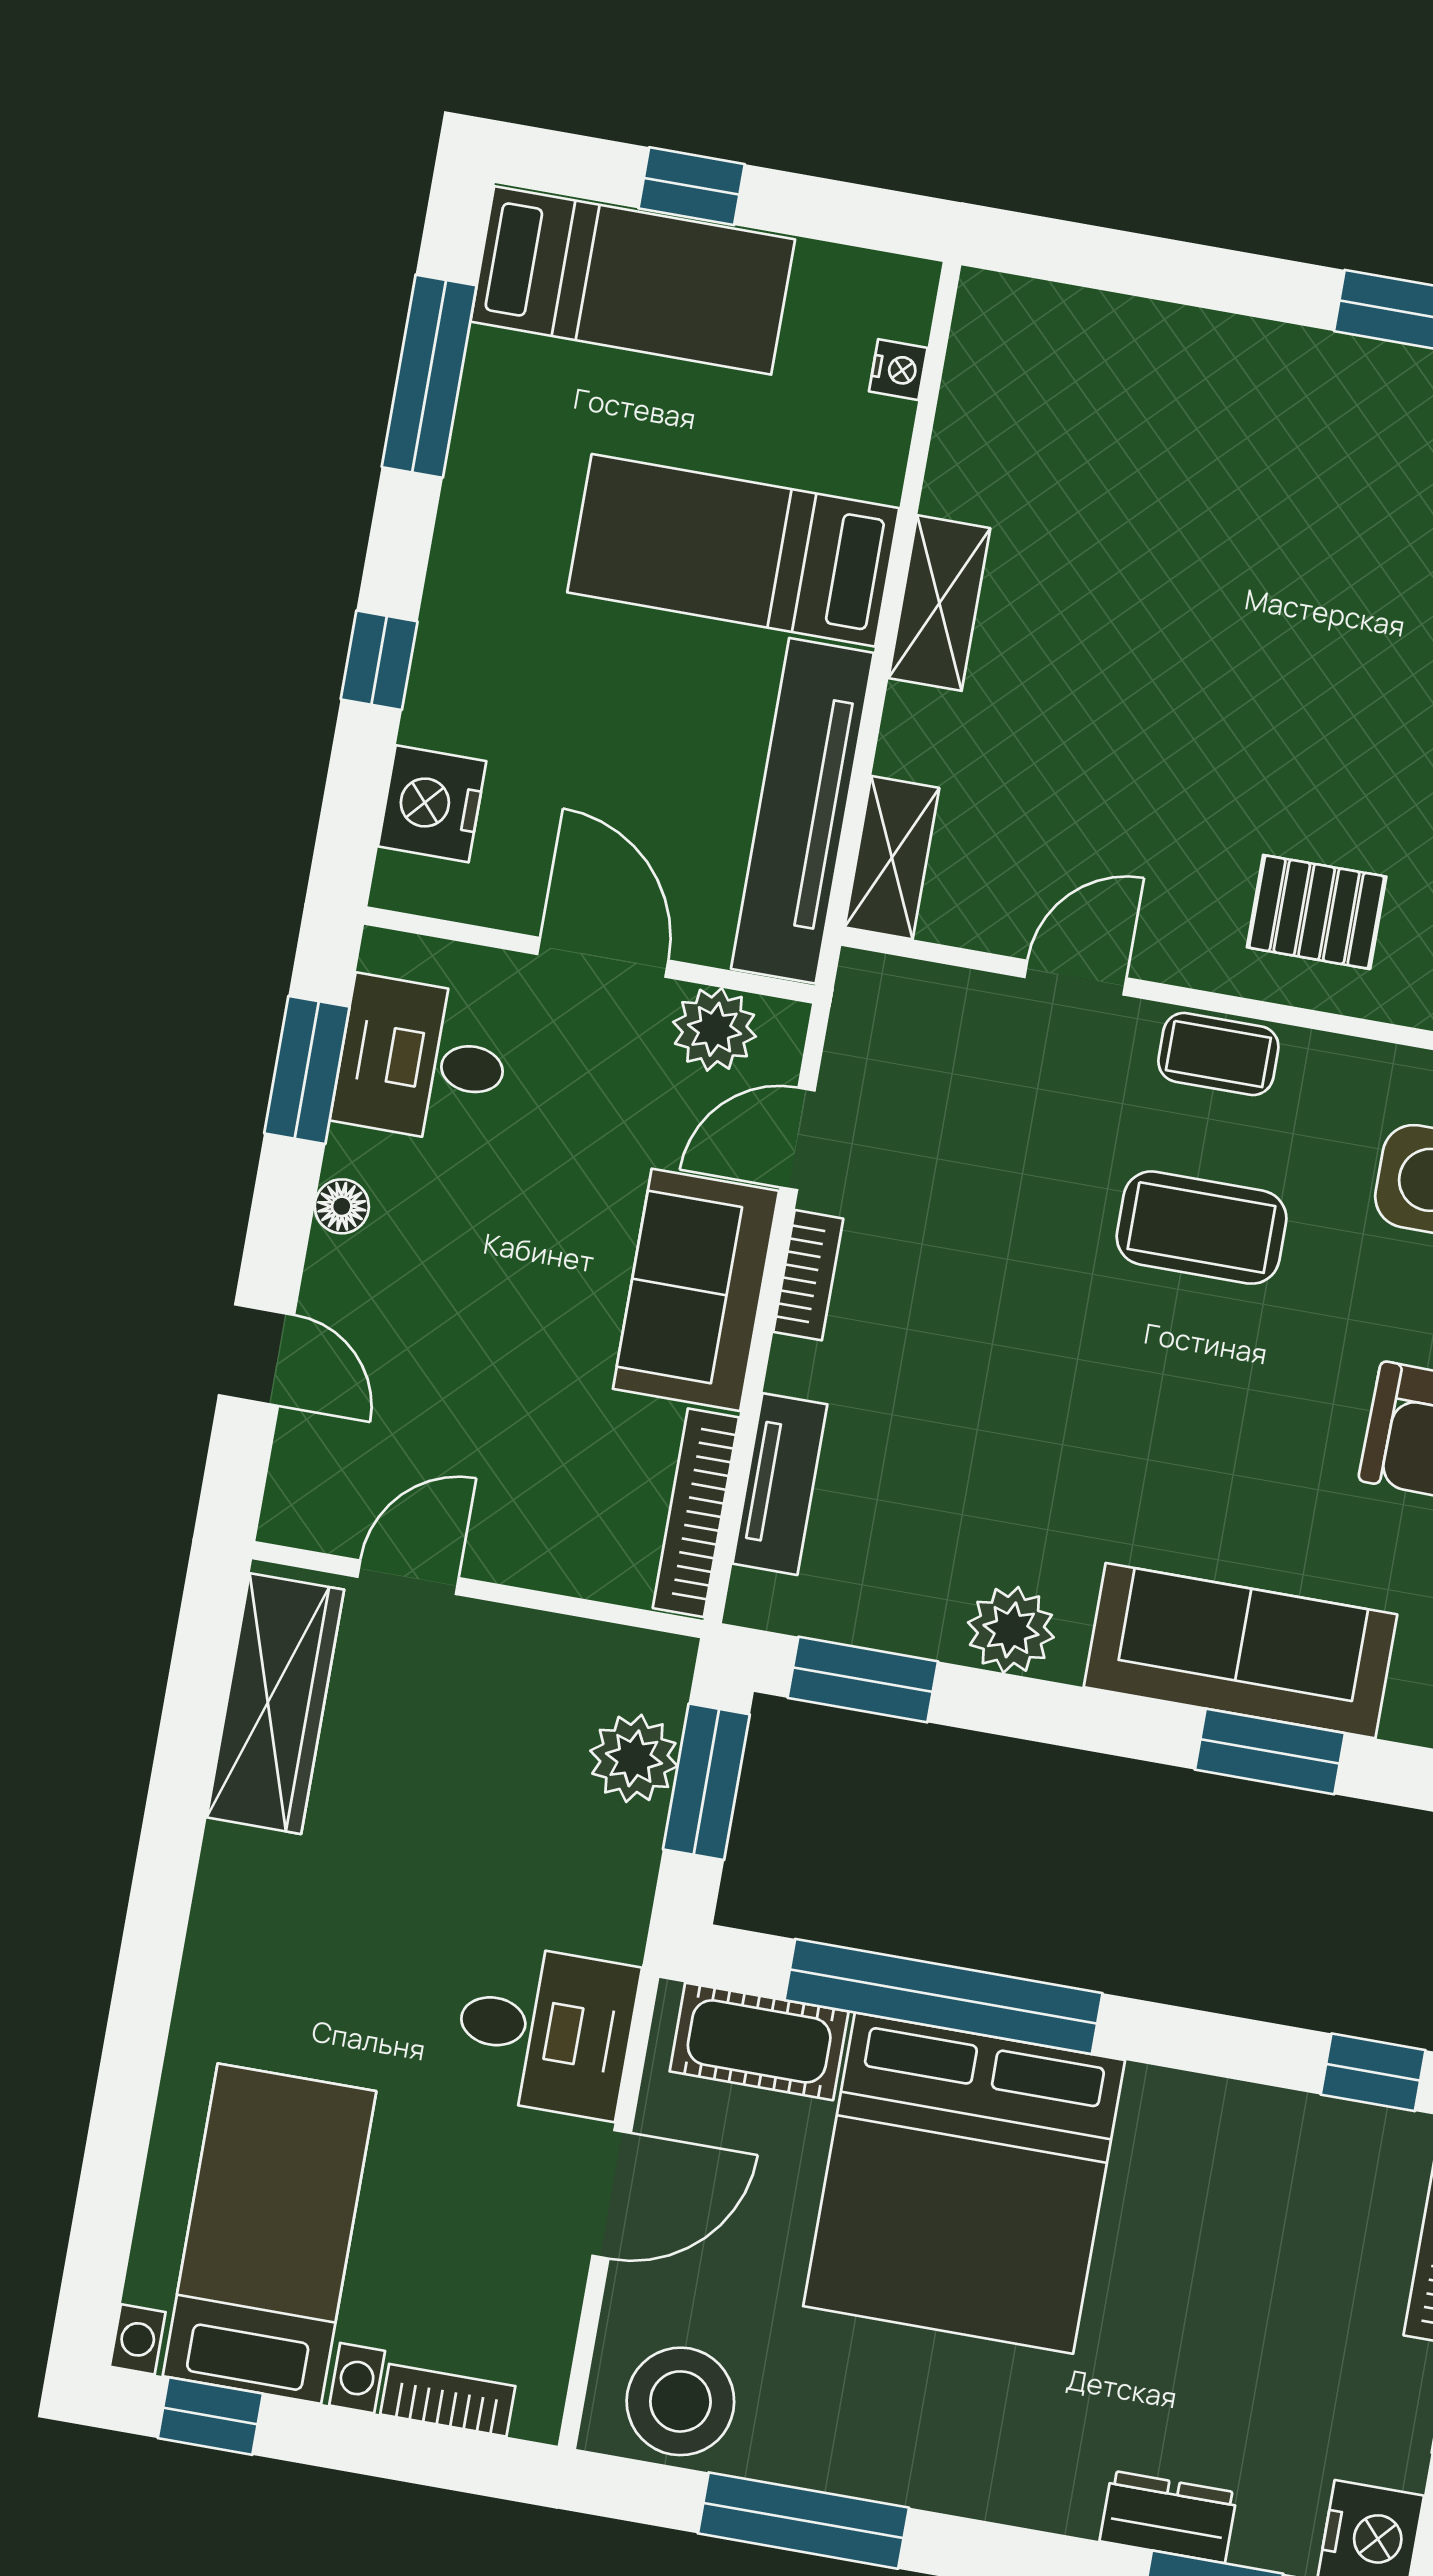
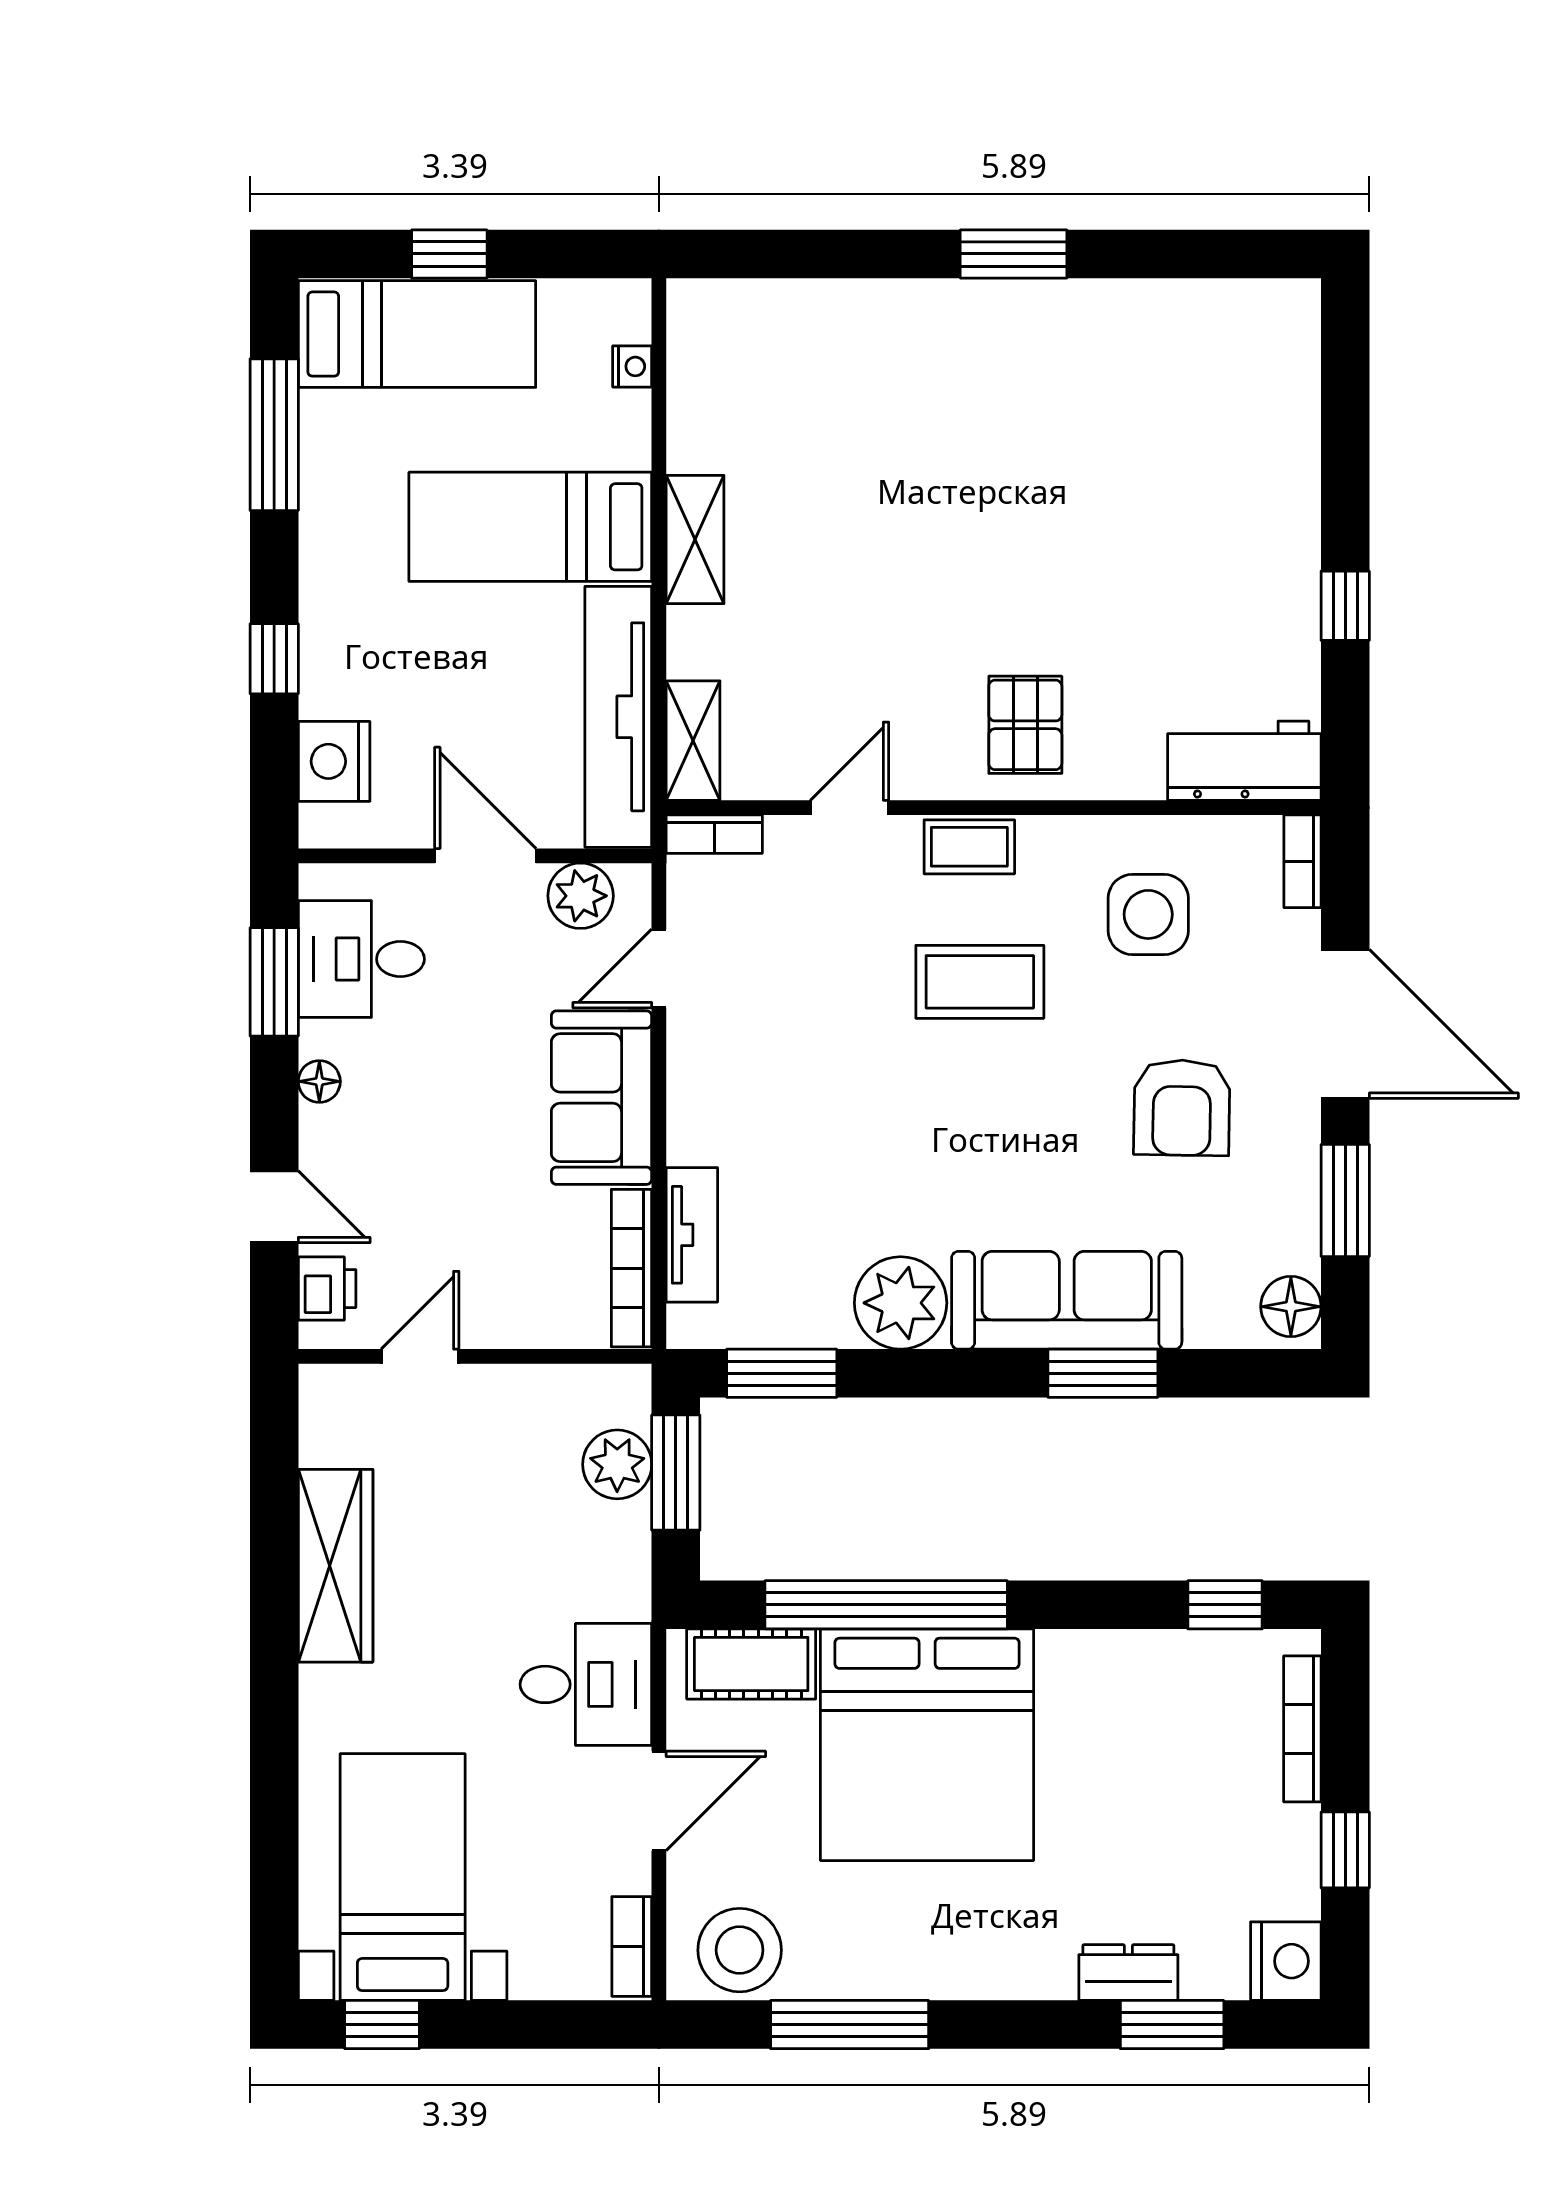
pallet: (1317, 912) -> (1025, 725), turned 90
bookcase: (808, 1275) -> (714, 834), moved, turned 90
printer: (305, 1471) -> (327, 1289), added
plant: (1011, 1630) -> (901, 1303), width x1.36, depth x1.36
wardrobe: (275, 1704) -> (336, 1566), moved
bookcase: (448, 2400) -> (632, 1946), moved, turned -90

